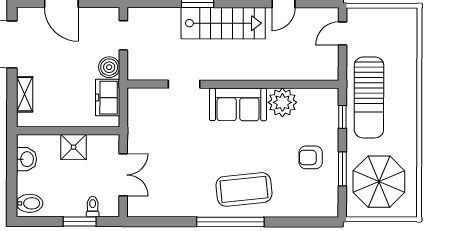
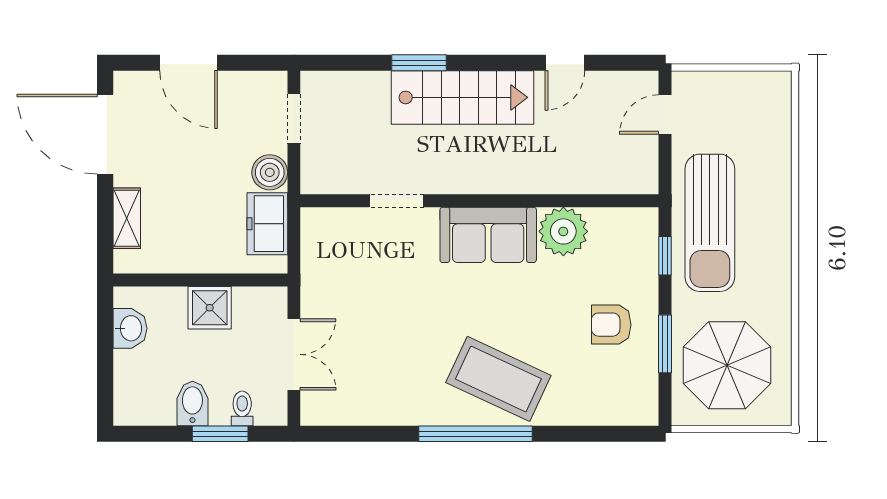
coffee table: (244, 189) -> (498, 379), turned 31
bidet: (30, 203) -> (192, 404), moved, turned -90

